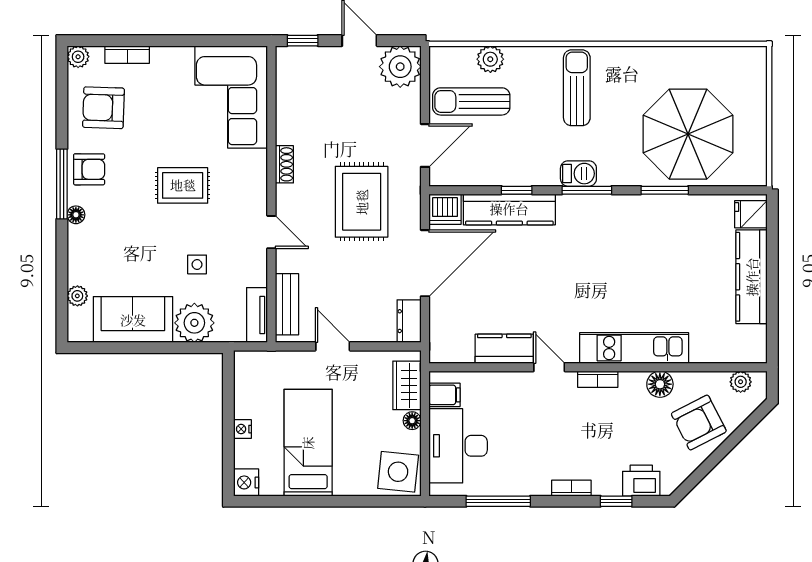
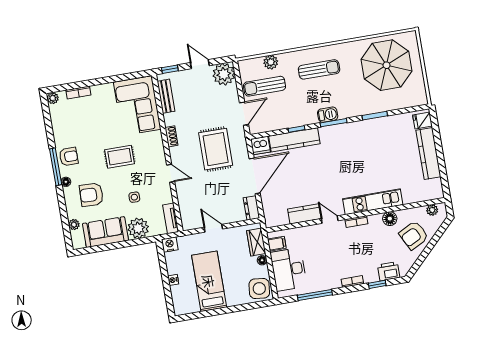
sun lounger: (577, 88) -> (319, 69), turned 90
armchair: (103, 108) -> (91, 195), moved
parasol: (688, 134) -> (387, 65), moved
bench: (287, 304) -> (166, 96), moved
nightstand: (246, 482) -> (170, 245), moved, turned 90

